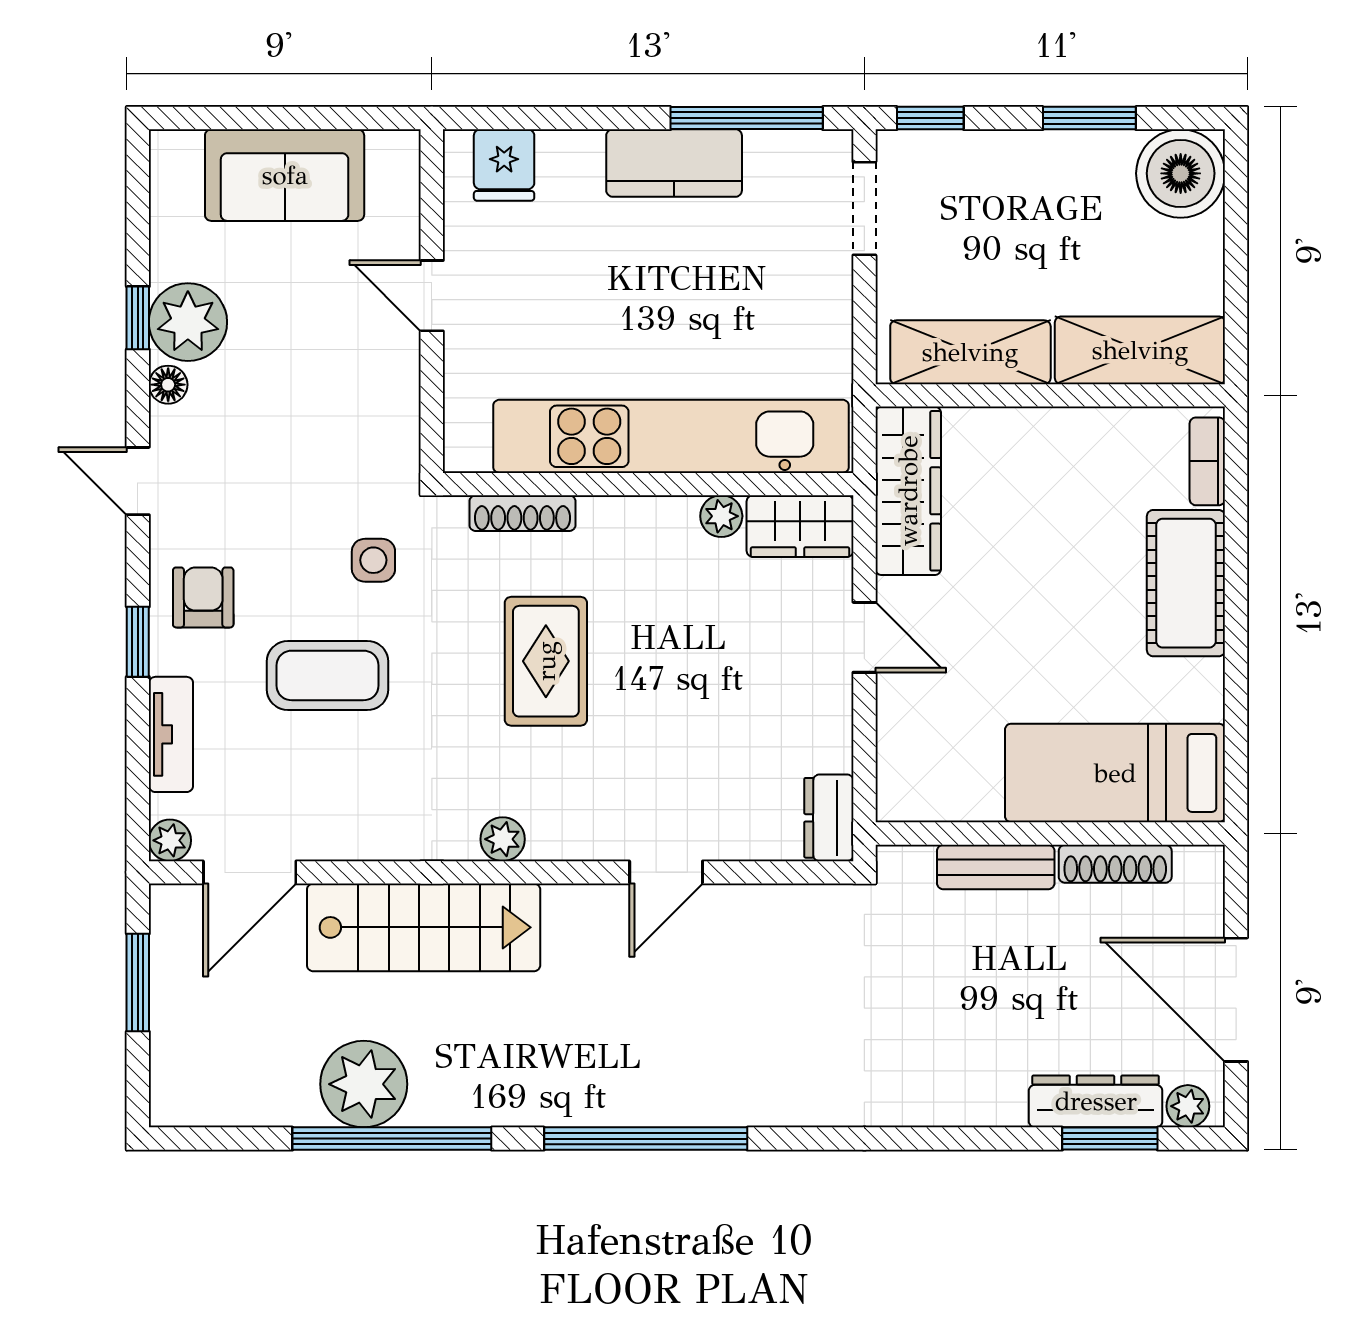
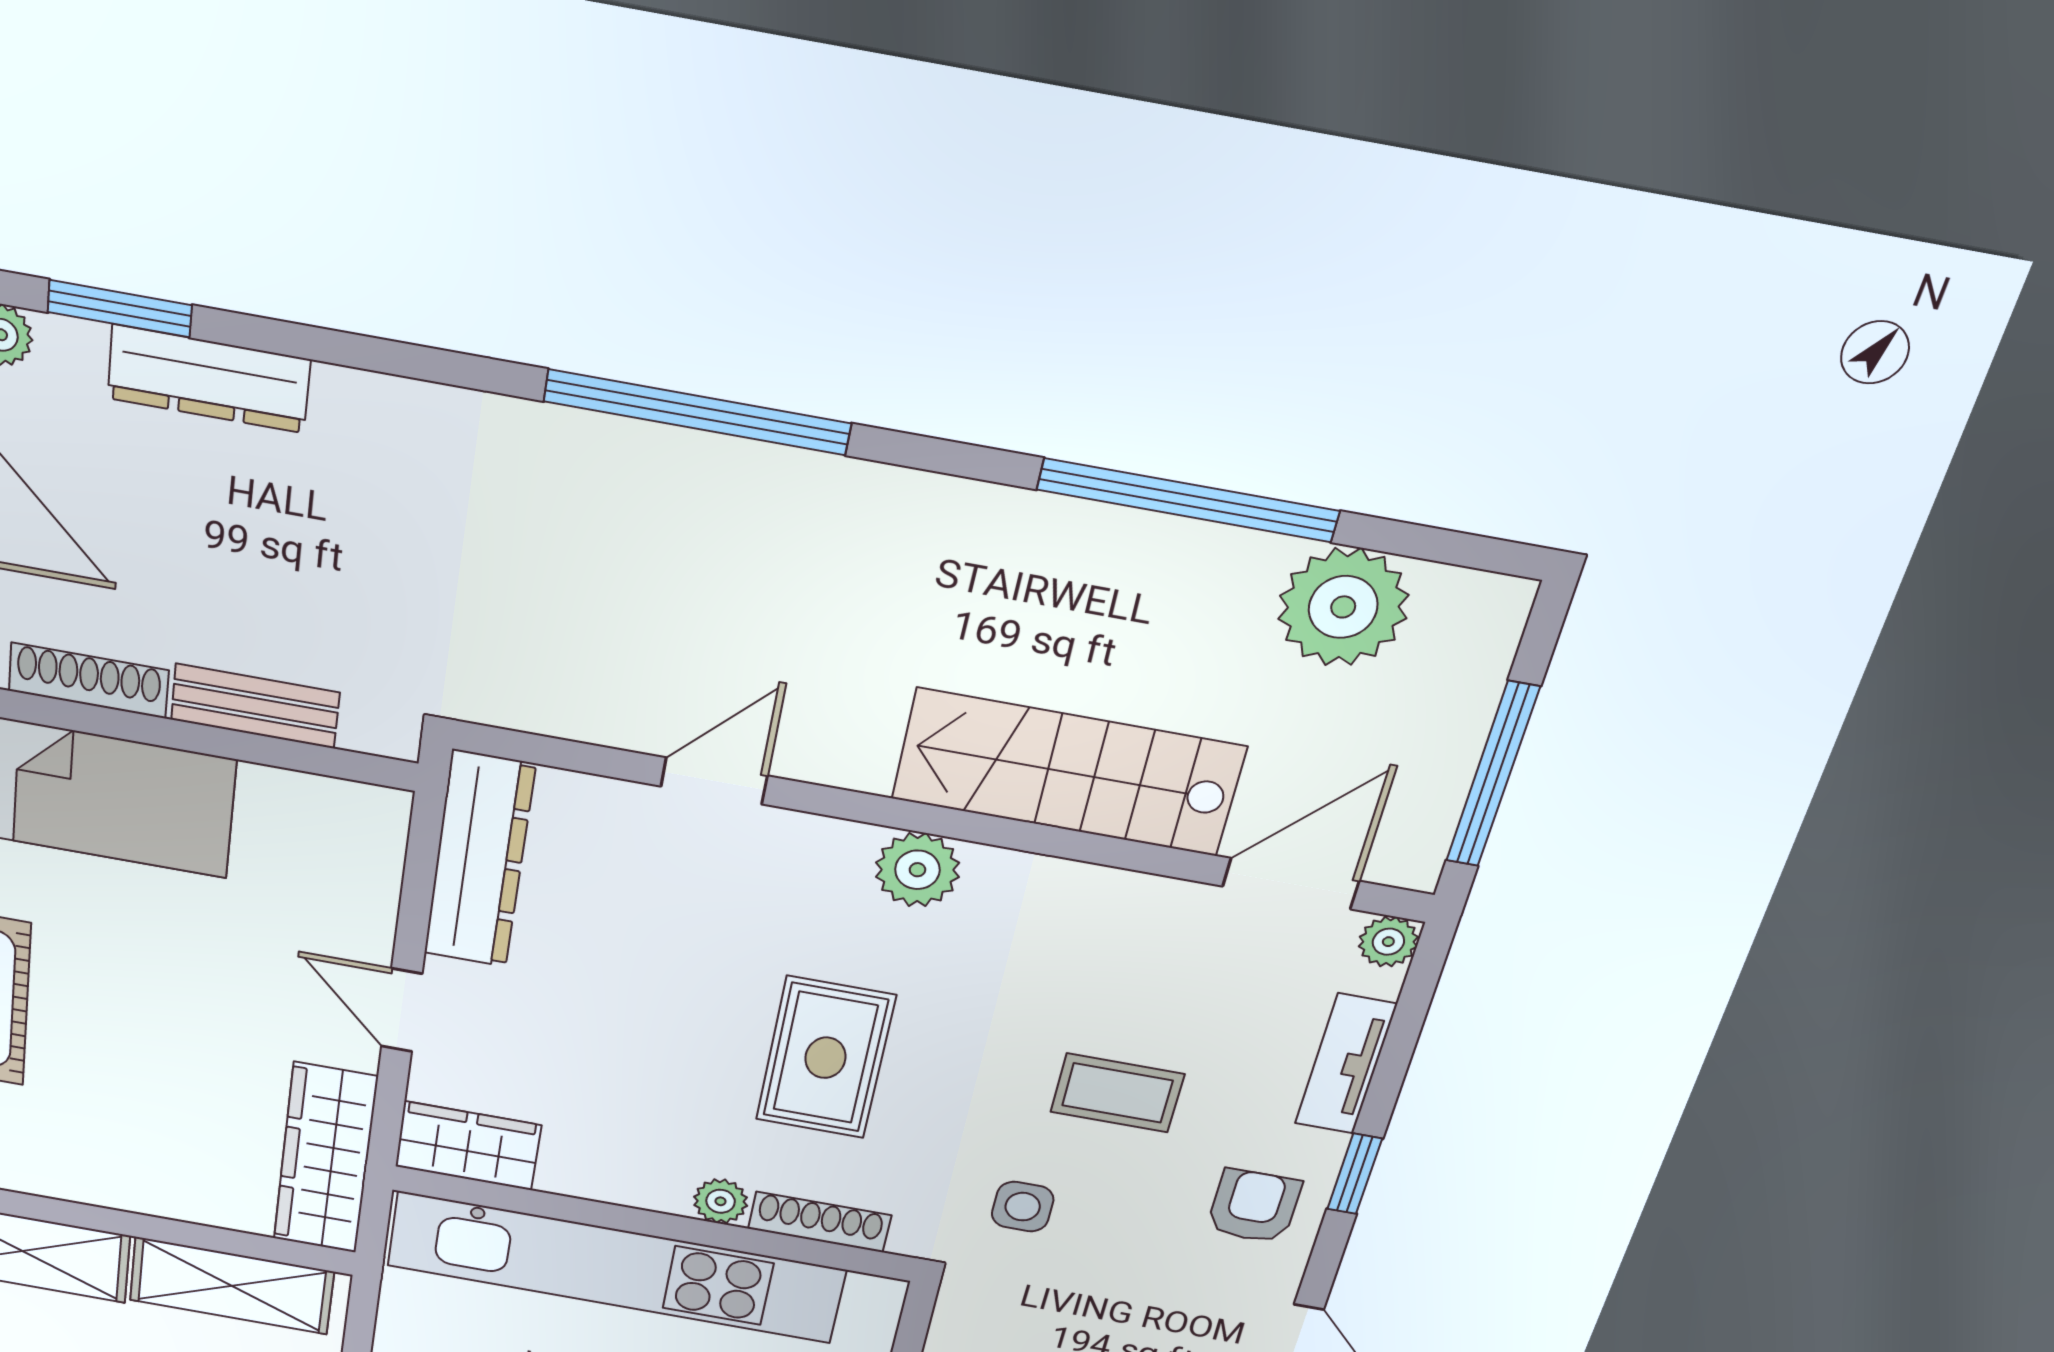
plant: (721, 516) -> (721, 1201), moved
armchair: (203, 597) -> (1254, 1206), turned 180
coffee table: (328, 675) -> (1117, 1093), width x0.73, depth x0.77
dresser: (829, 818) -> (479, 860), width x1.96, depth x1.24
plant: (503, 839) -> (917, 870), width x1.38, depth x1.38
window: (138, 983) -> (1493, 775), width x1.44
plant: (364, 1084) -> (1343, 607), moved
dresser: (1096, 1101) -> (209, 379), moved
window: (646, 1139) -> (697, 412), moved

